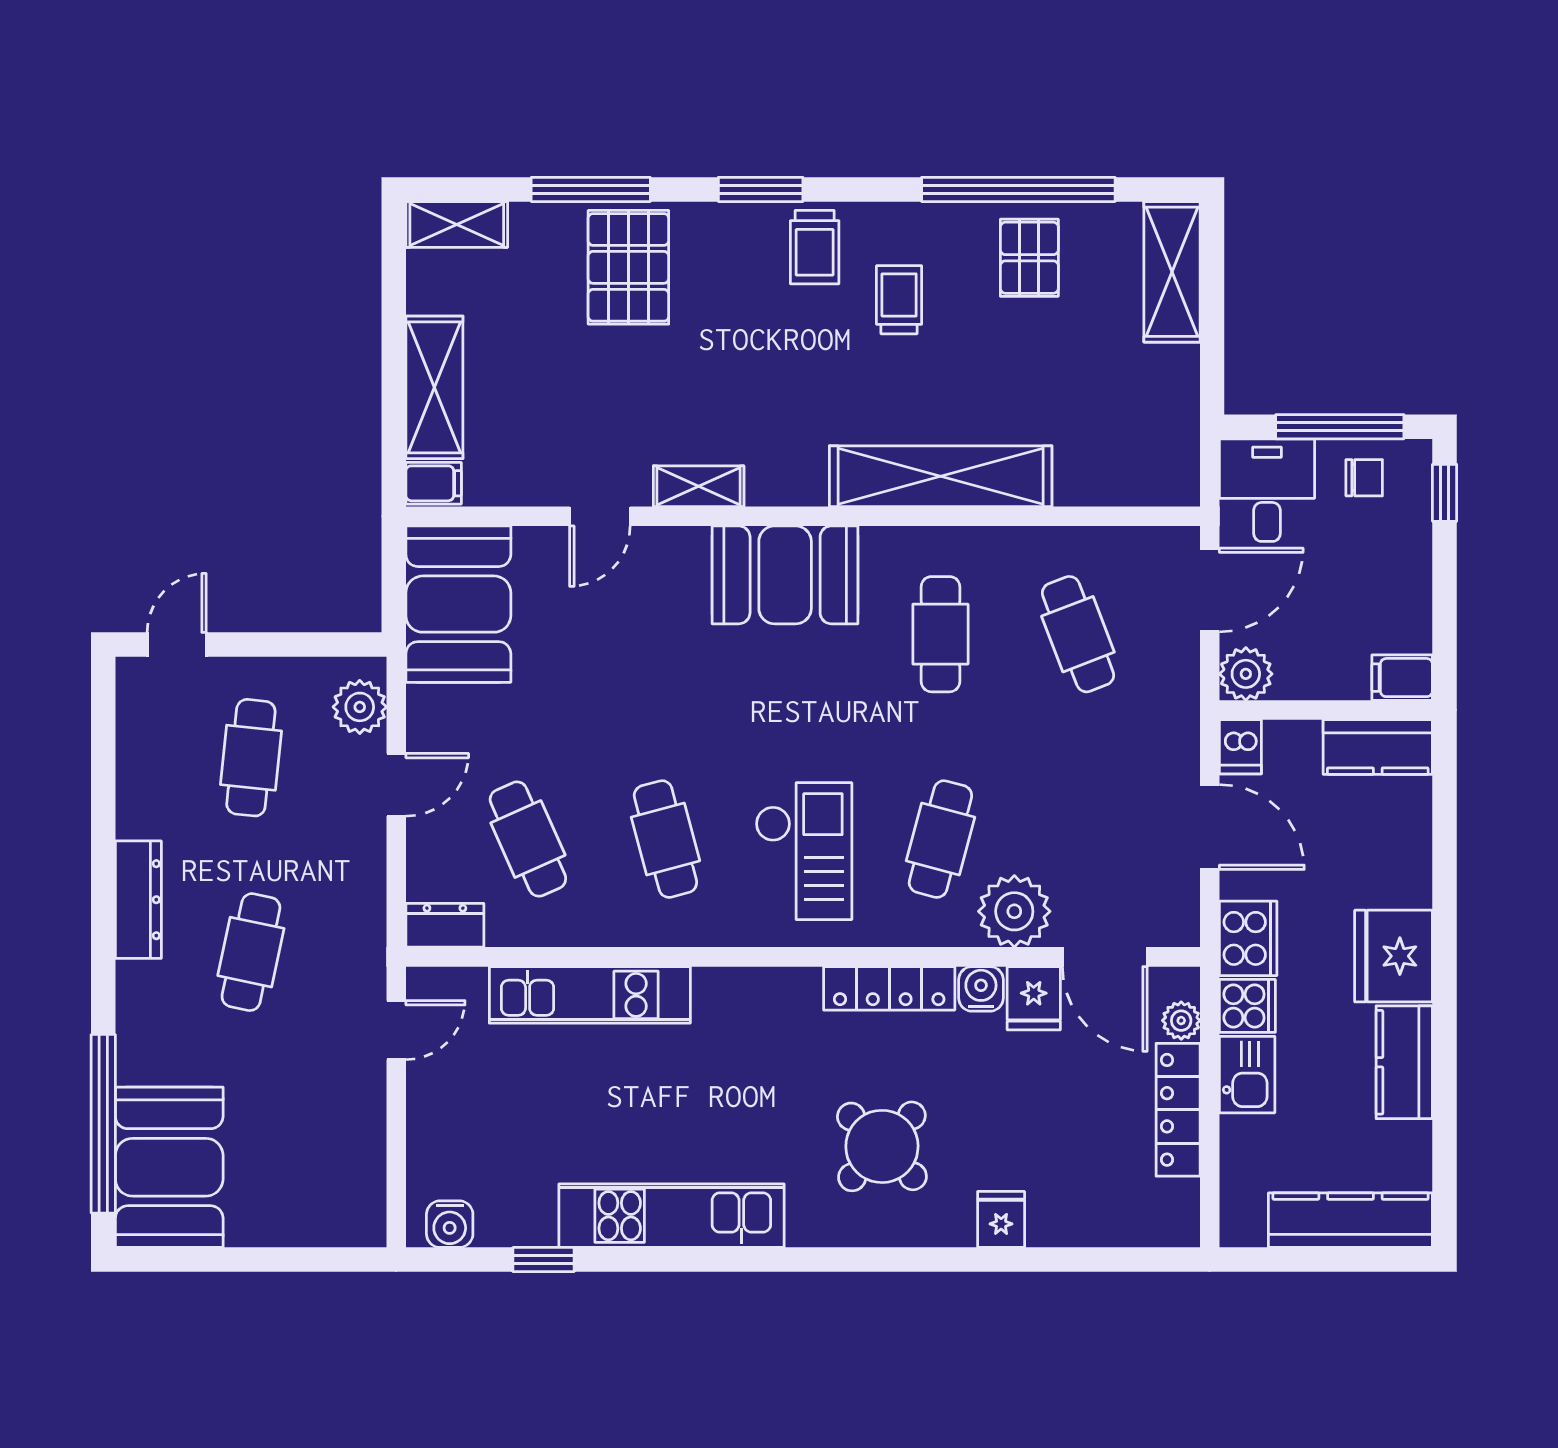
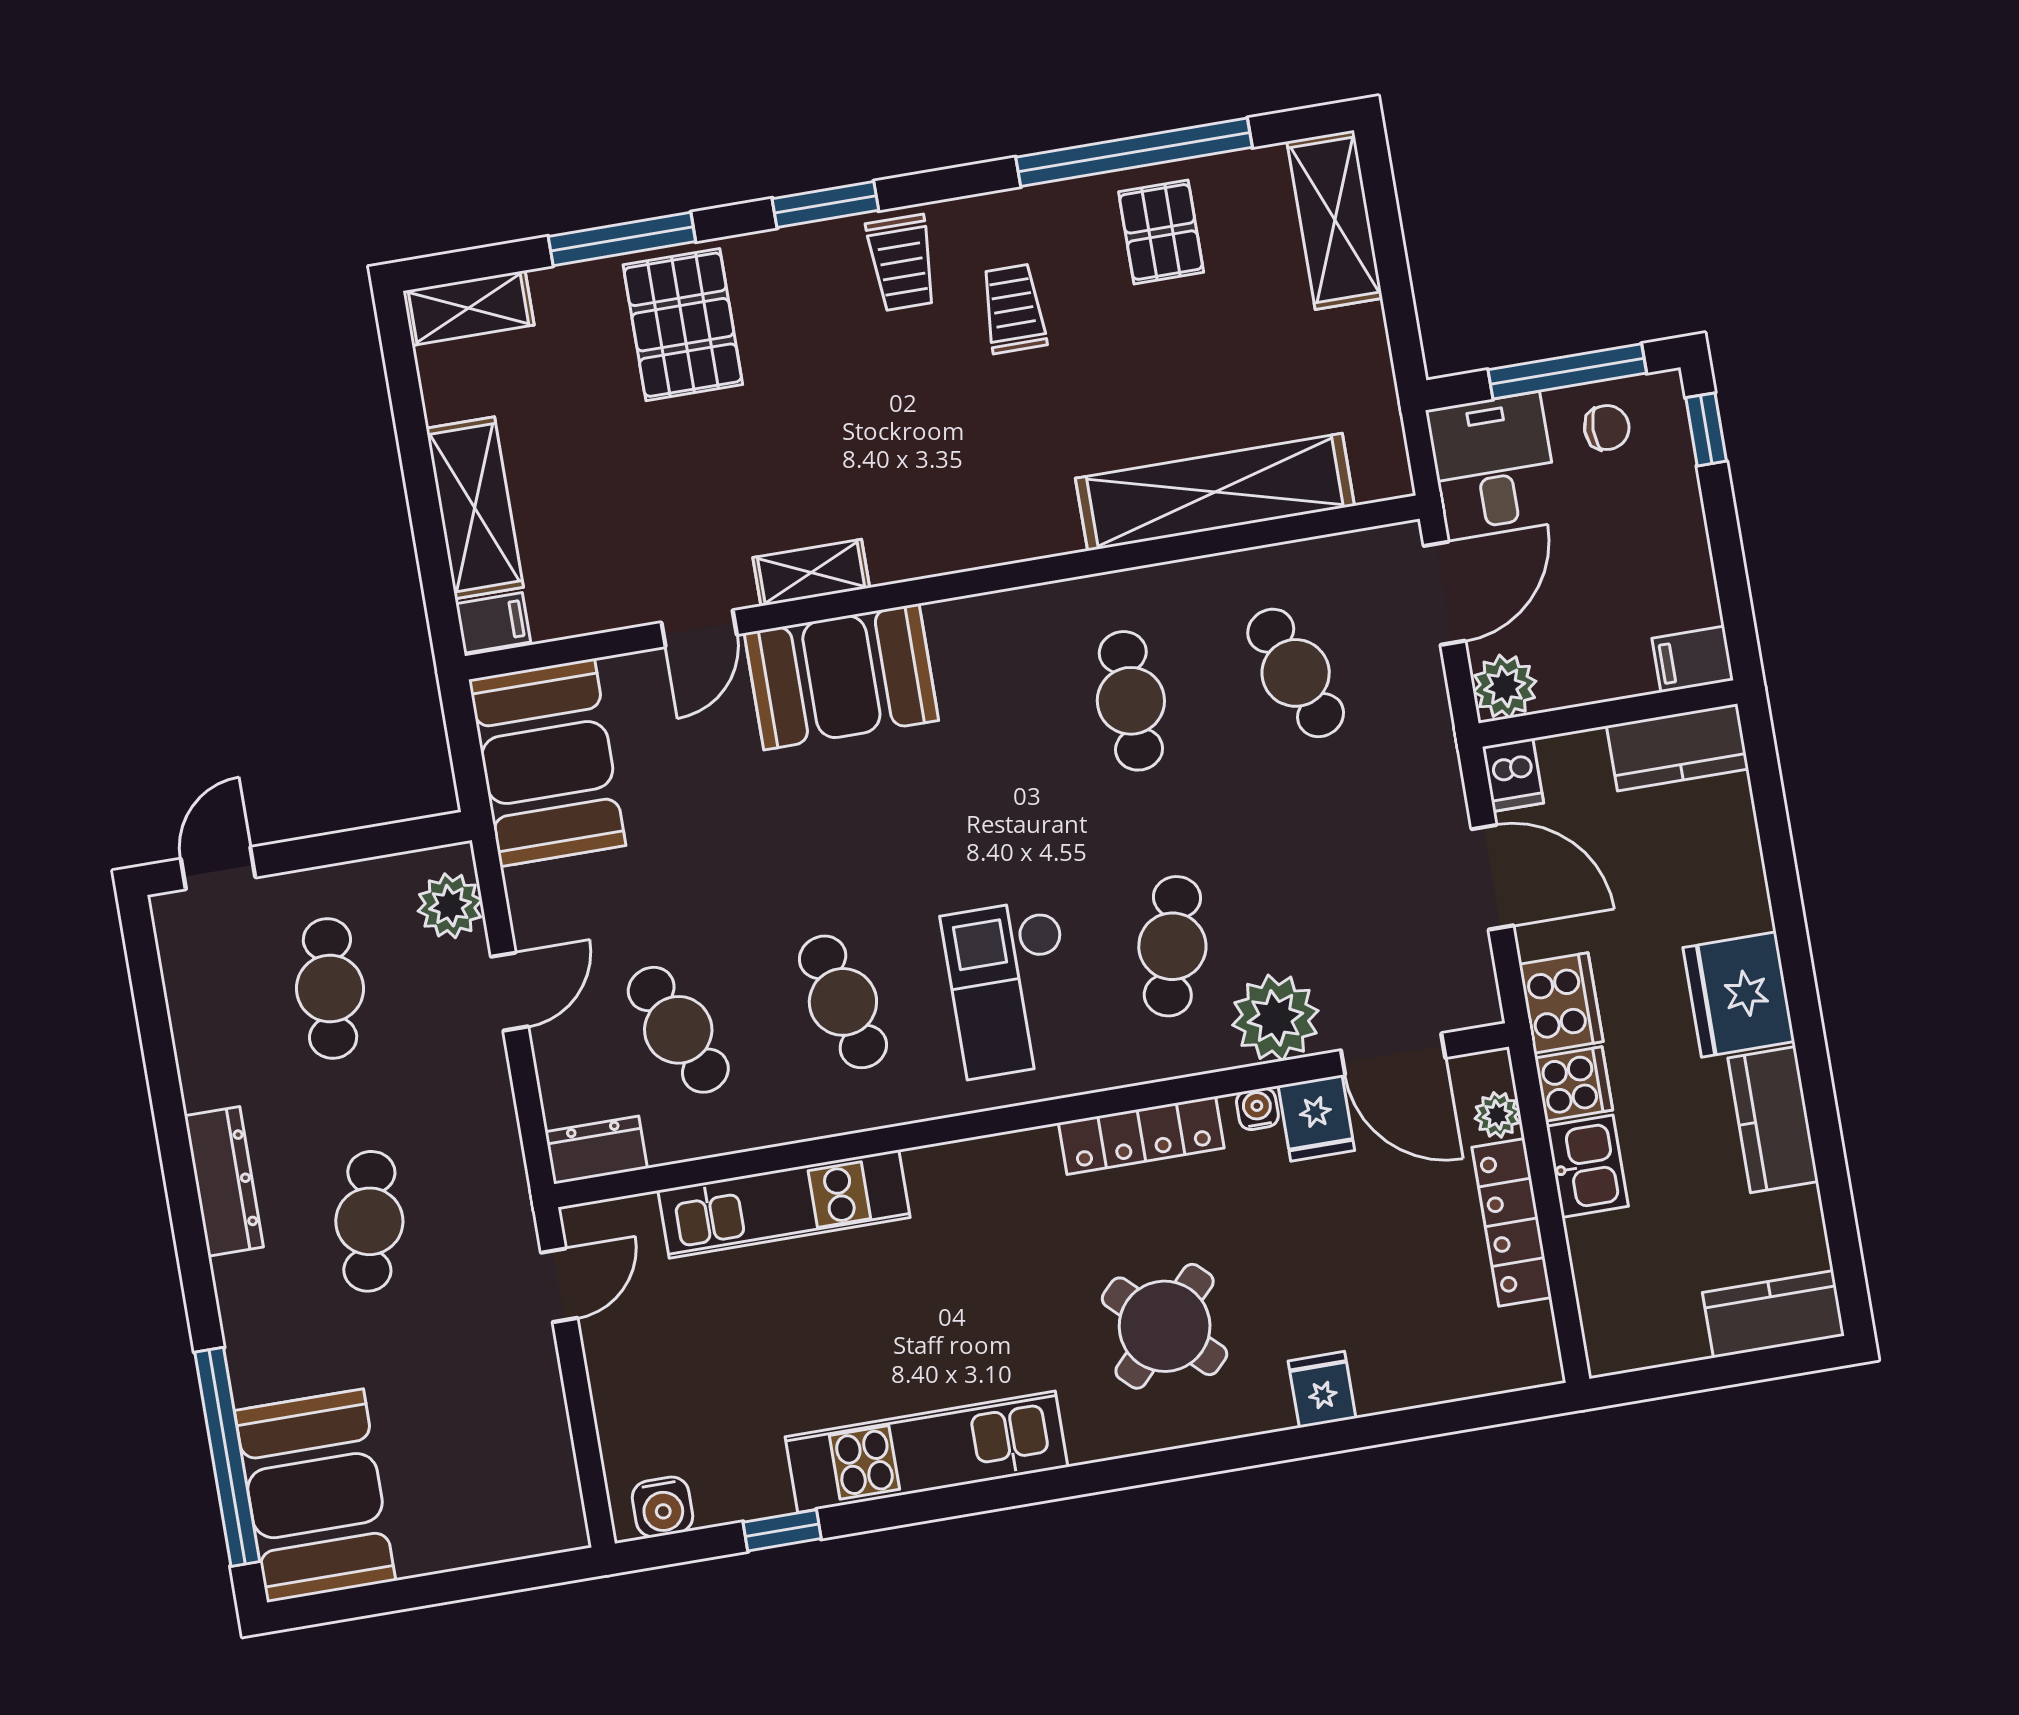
shelving: (941, 476) -> (1215, 492), moved
booth: (785, 575) -> (841, 677), moved
checkout: (804, 851) -> (1011, 988), turned 180
water cooler: (981, 989) -> (1257, 1109), width x0.72, depth x0.72
kitchen counter: (1350, 1220) -> (1773, 1314), width x0.67

